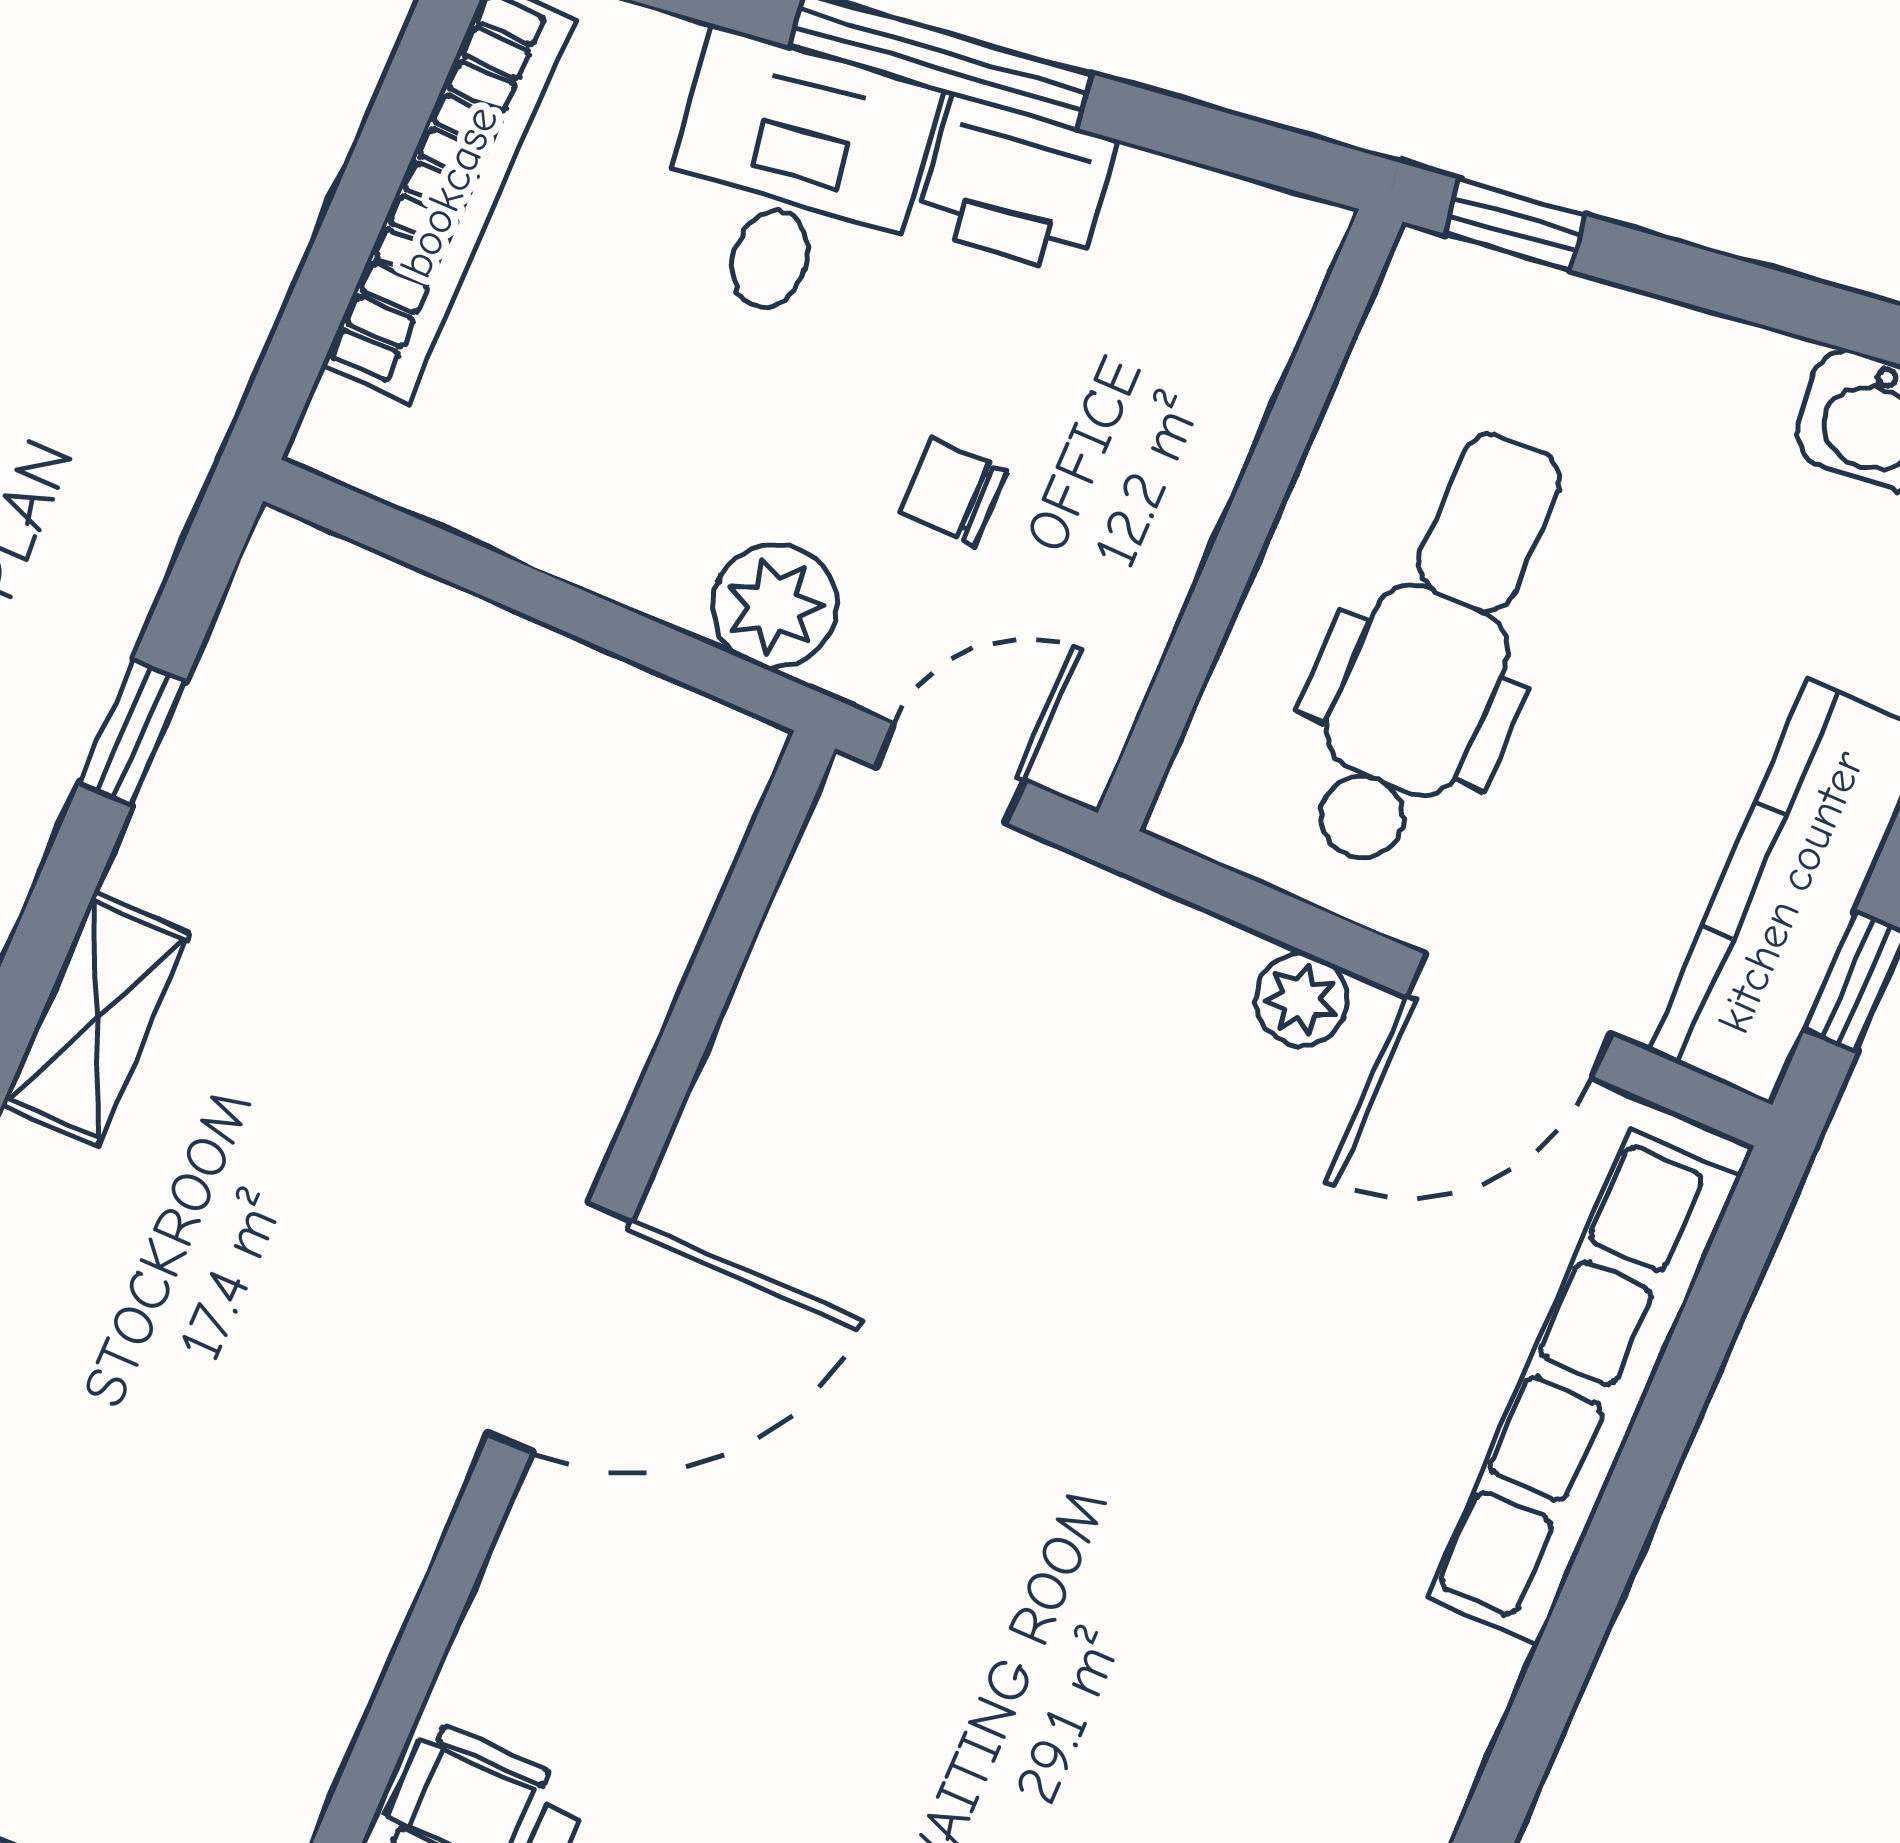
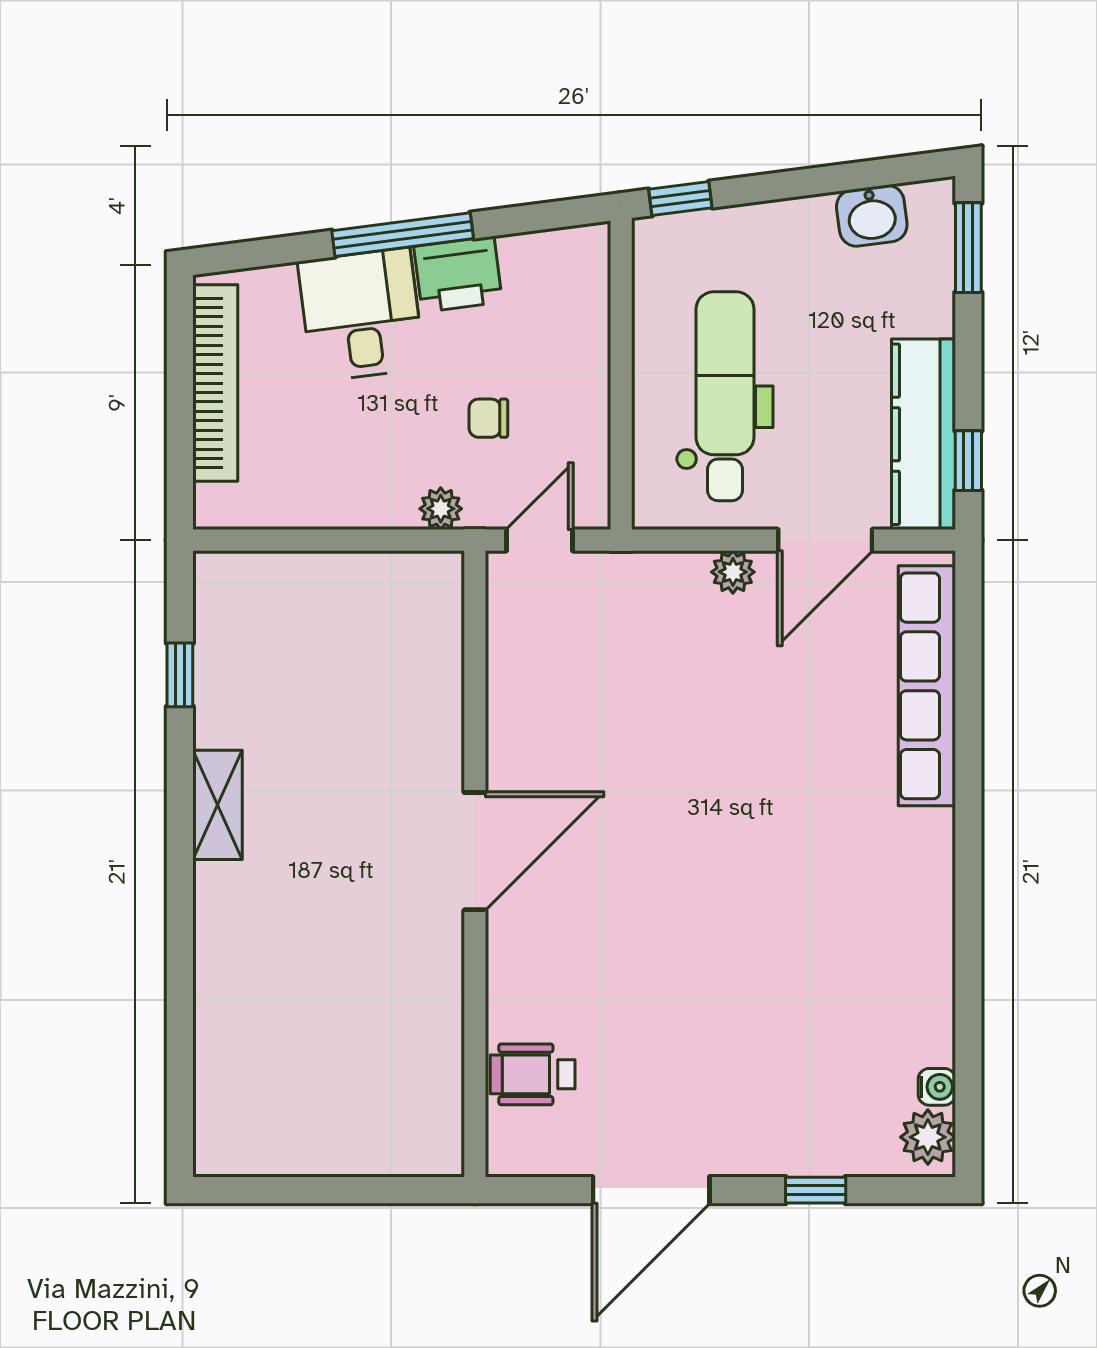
plant: (775, 606) -> (441, 509), width x0.73, depth x0.73

